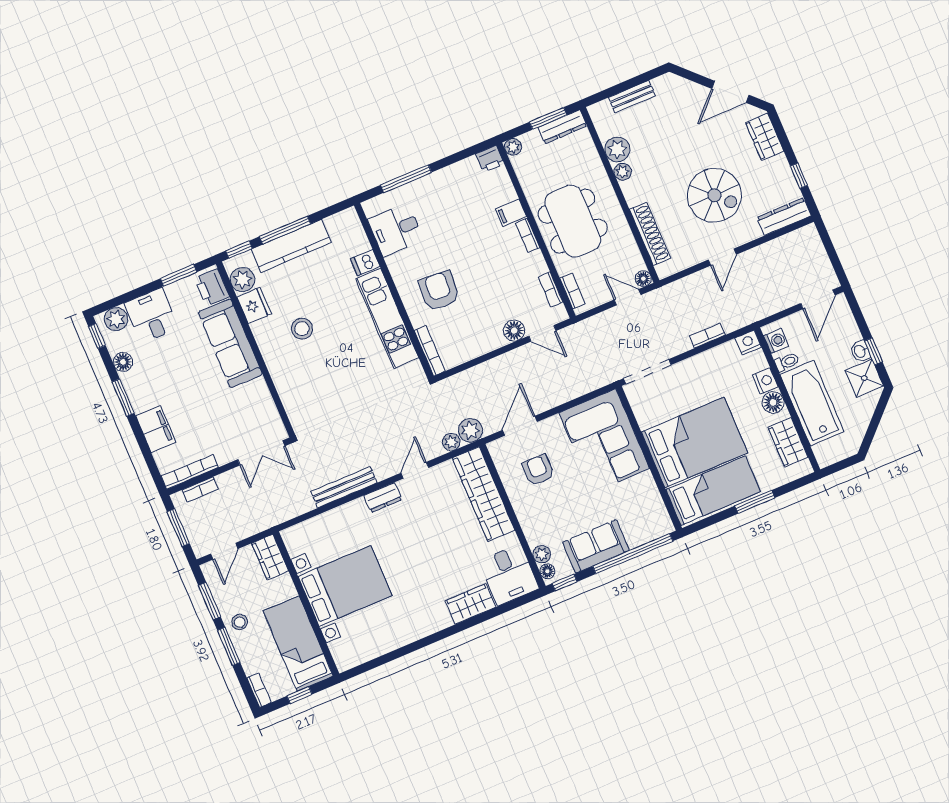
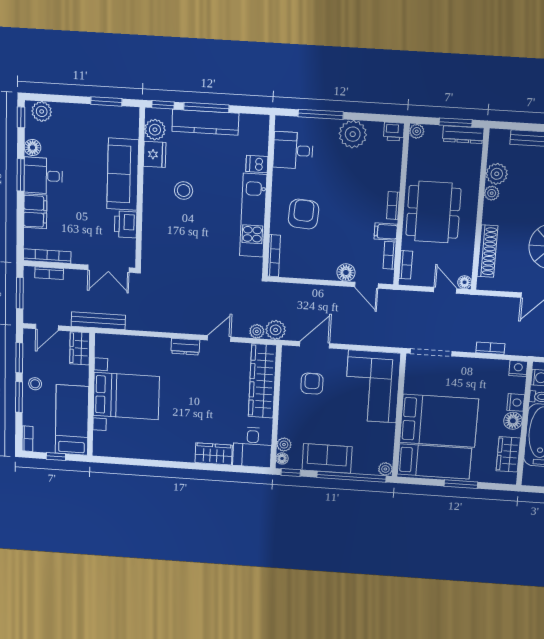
plant: (449, 183) -> (353, 134), added
filing cabinet: (511, 213) -> (386, 232), moved
printer: (212, 287) -> (126, 224), moved
desk: (152, 316) -> (43, 176), moved, turned -90
bench: (344, 487) -> (98, 321), moved
plant: (665, 526) -> (385, 469), added

